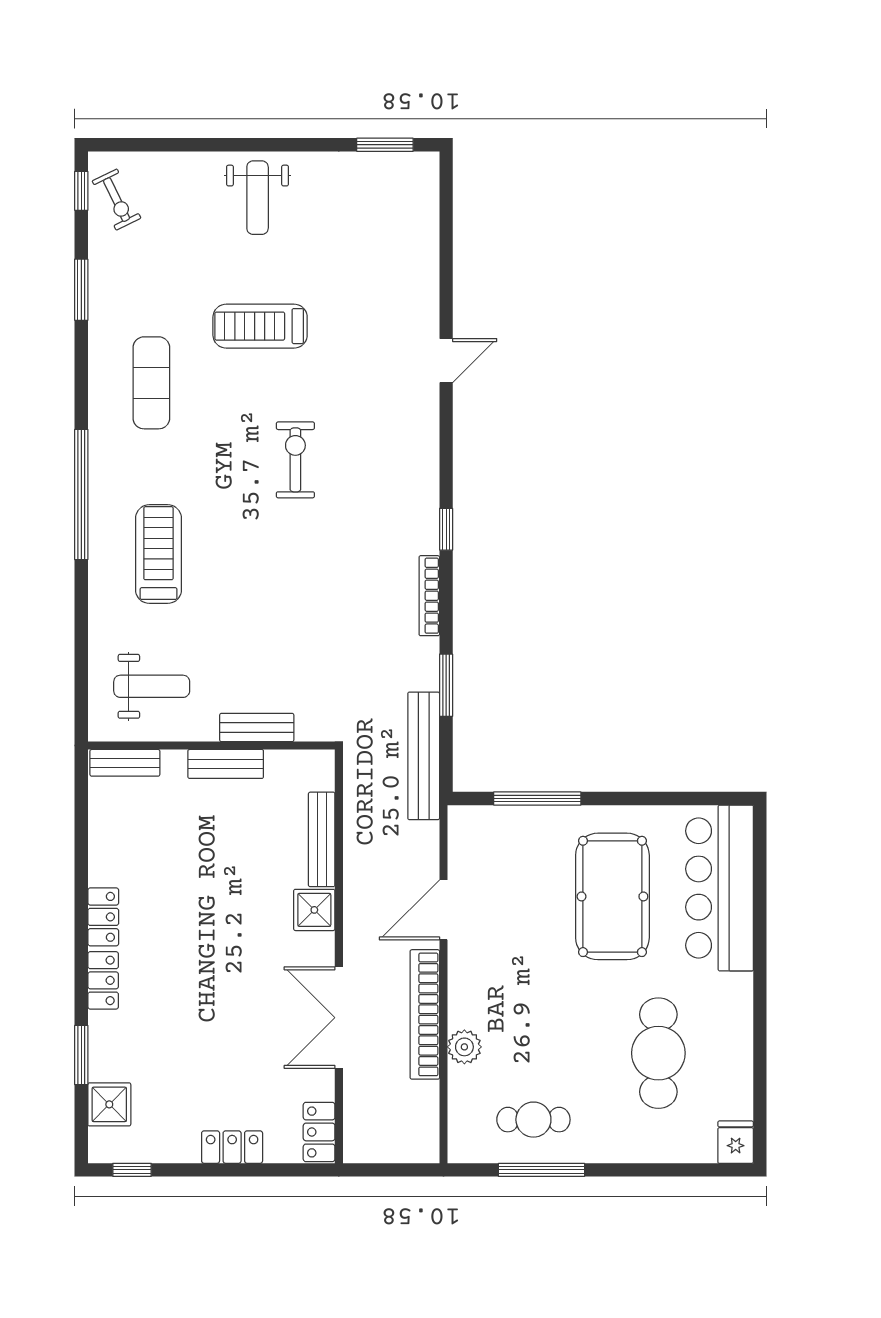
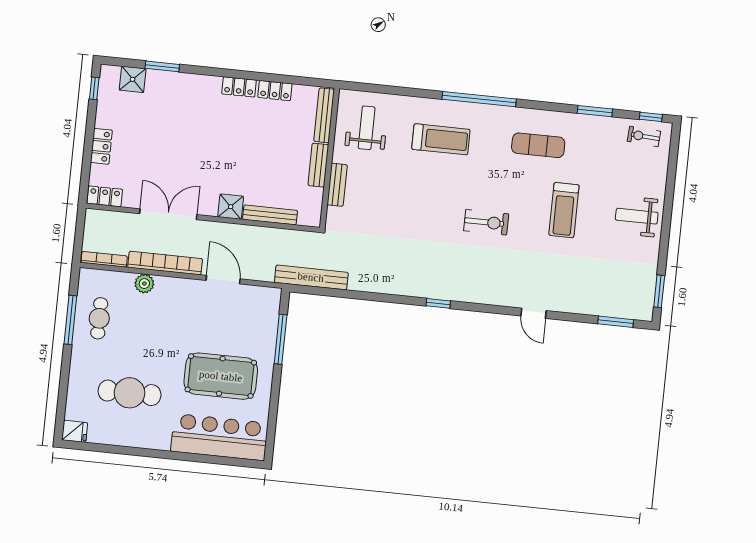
exercise bike: (117, 200) -> (644, 136), turned 30
treadmill: (260, 326) -> (564, 210), turned 180
bookcase: (429, 596) -> (104, 259), moved
window: (446, 685) -> (616, 322), moved
weight bench: (152, 686) -> (367, 128), turned 180
bench: (125, 763) -> (324, 115), width x1.36
locker: (103, 980) -> (275, 91), moved

